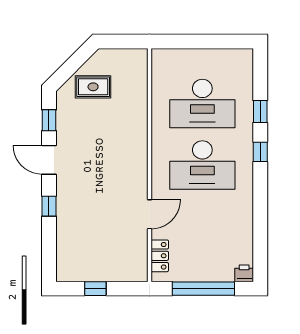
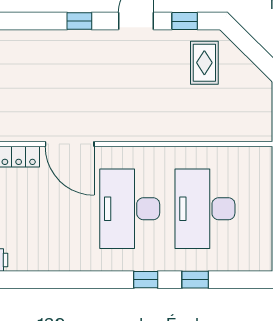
rug: (93, 87) -> (204, 63), moved
door: (150, 214) -> (70, 144), width x1.36

